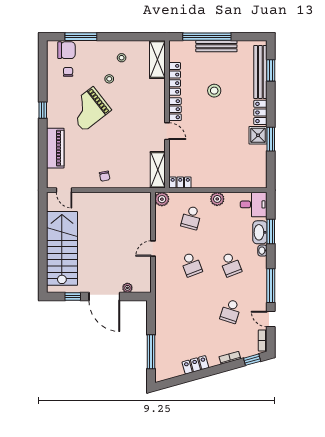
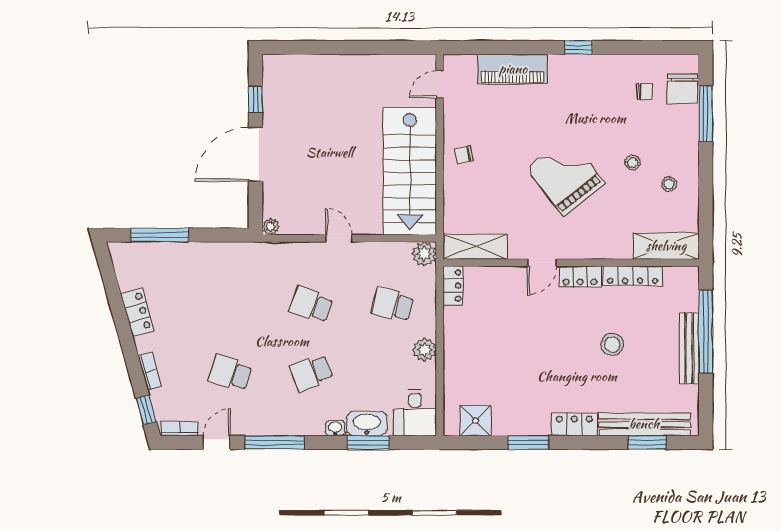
grand piano: (88, 109) -> (566, 176), moved
shower: (258, 135) -> (475, 420), moved
stairs: (62, 248) -> (410, 171), moved, turned 90
school desk: (191, 264) -> (311, 305), turned 42
plant: (127, 288) -> (271, 227), moved

